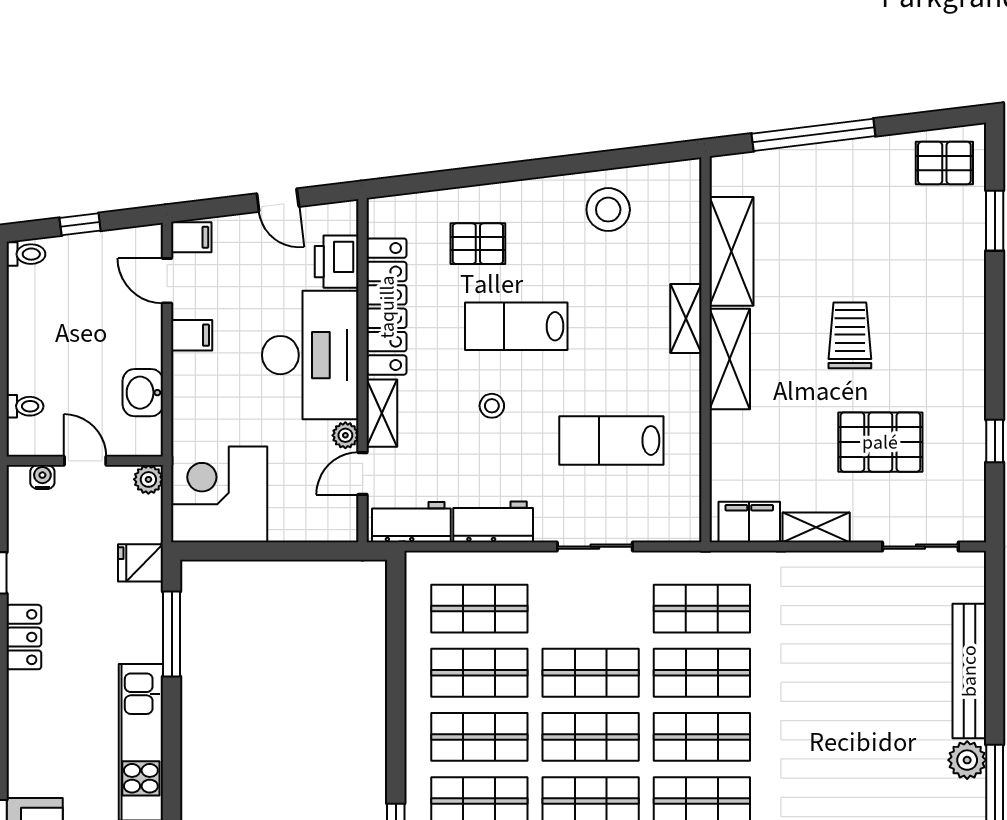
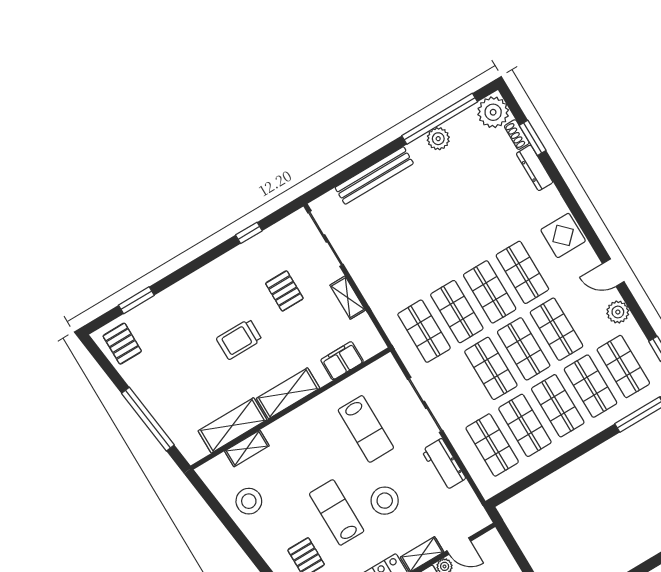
shelving: (686, 318) -> (247, 448), moved
lab bench: (516, 326) -> (337, 512), turned 180
stool: (492, 406) -> (385, 501), width x1.89, depth x1.89
pallet: (880, 442) -> (284, 291), width x0.67, depth x0.71
workbench: (411, 522) -> (469, 506), removed
filing cabinet: (749, 522) -> (342, 361), moved, turned 90
sliding door: (595, 547) -> (425, 405), width x1.37
sliding door: (920, 547) -> (326, 239), width x1.37
plant: (967, 760) -> (438, 139), moved

